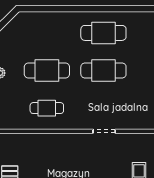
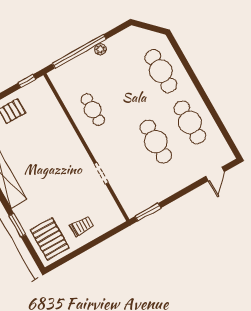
cafe table: (47, 70) -> (161, 71), moved

